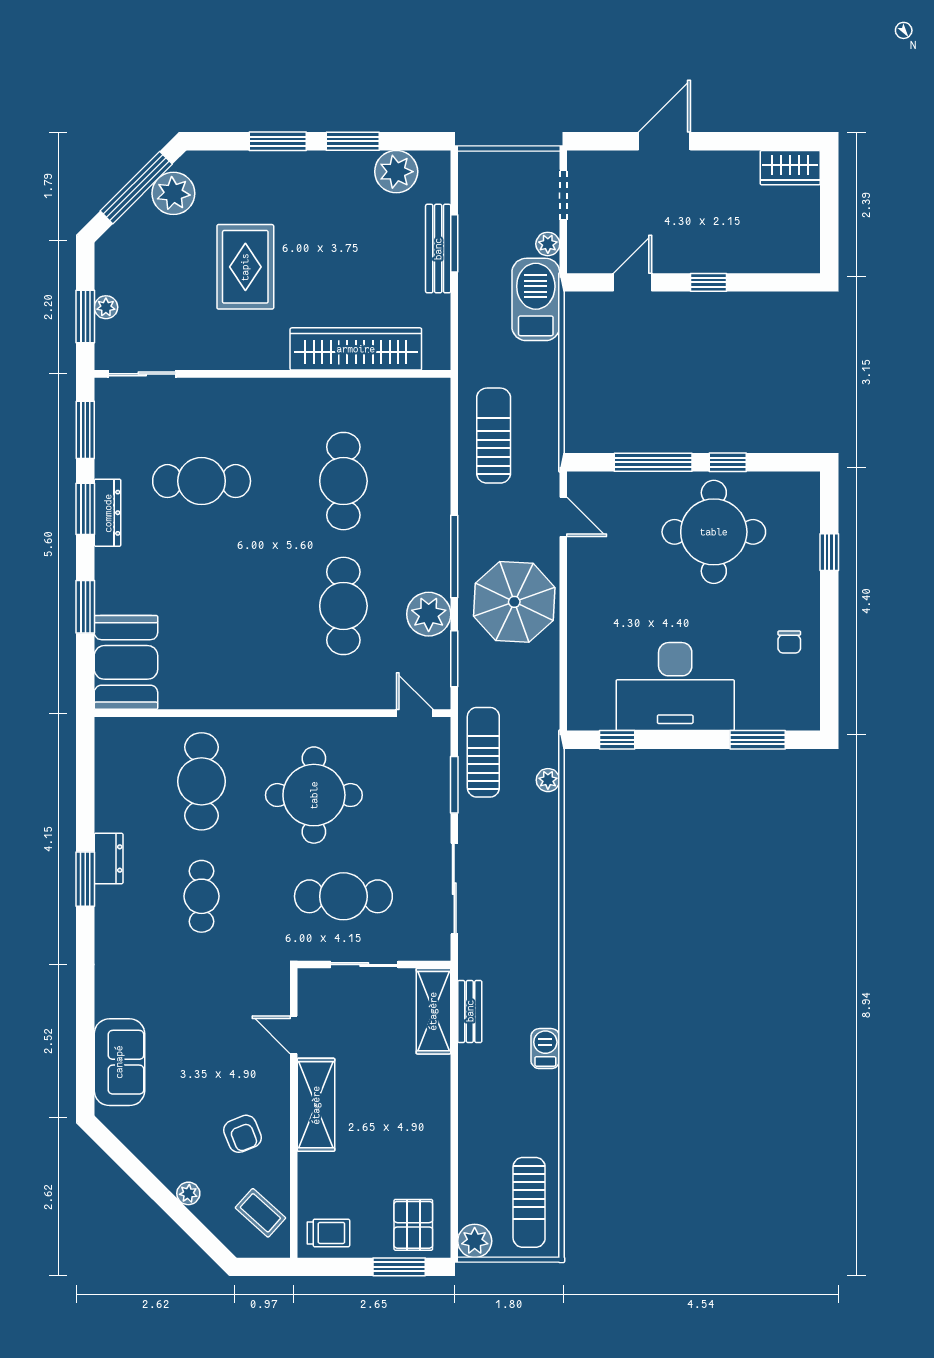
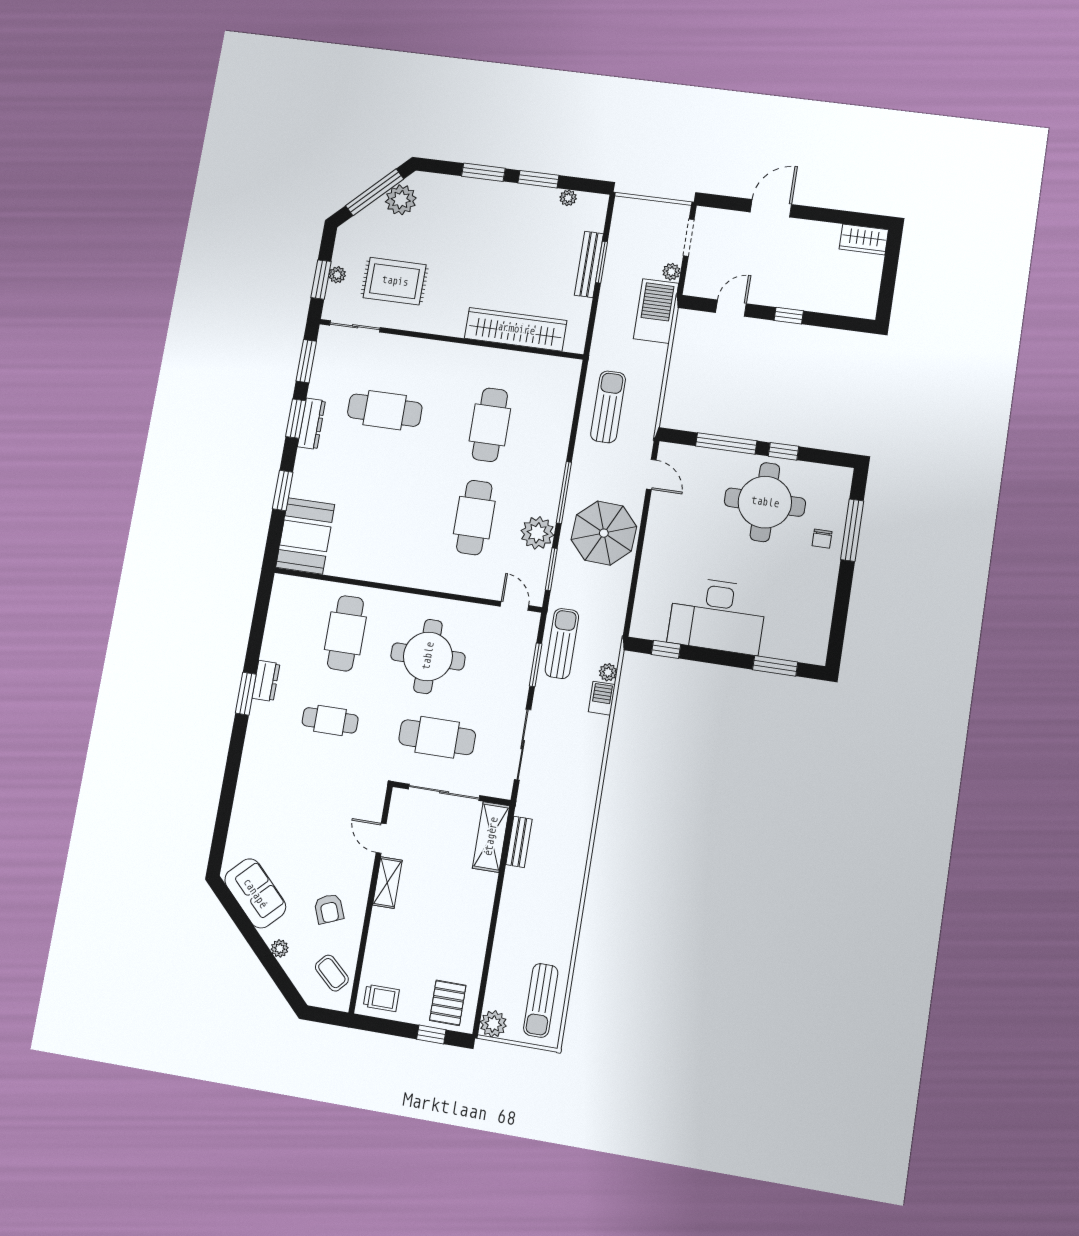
plant: (396, 172) -> (568, 198), width x0.53, depth x0.53
rug: (245, 267) -> (395, 281), moved, turned 90
window: (829, 552) -> (852, 530), width x2.17
chair: (789, 642) -> (822, 539), moved
cafe table: (202, 896) -> (330, 720), turned 90
sliding door: (364, 965) -> (444, 792), width x1.37
barbecue: (545, 1049) -> (602, 698), moved
sofa: (119, 1062) -> (255, 893), moved, turned -45
shelving: (316, 1105) -> (387, 883), width x0.67, depth x0.75
window: (399, 1267) -> (431, 1034), width x0.67

